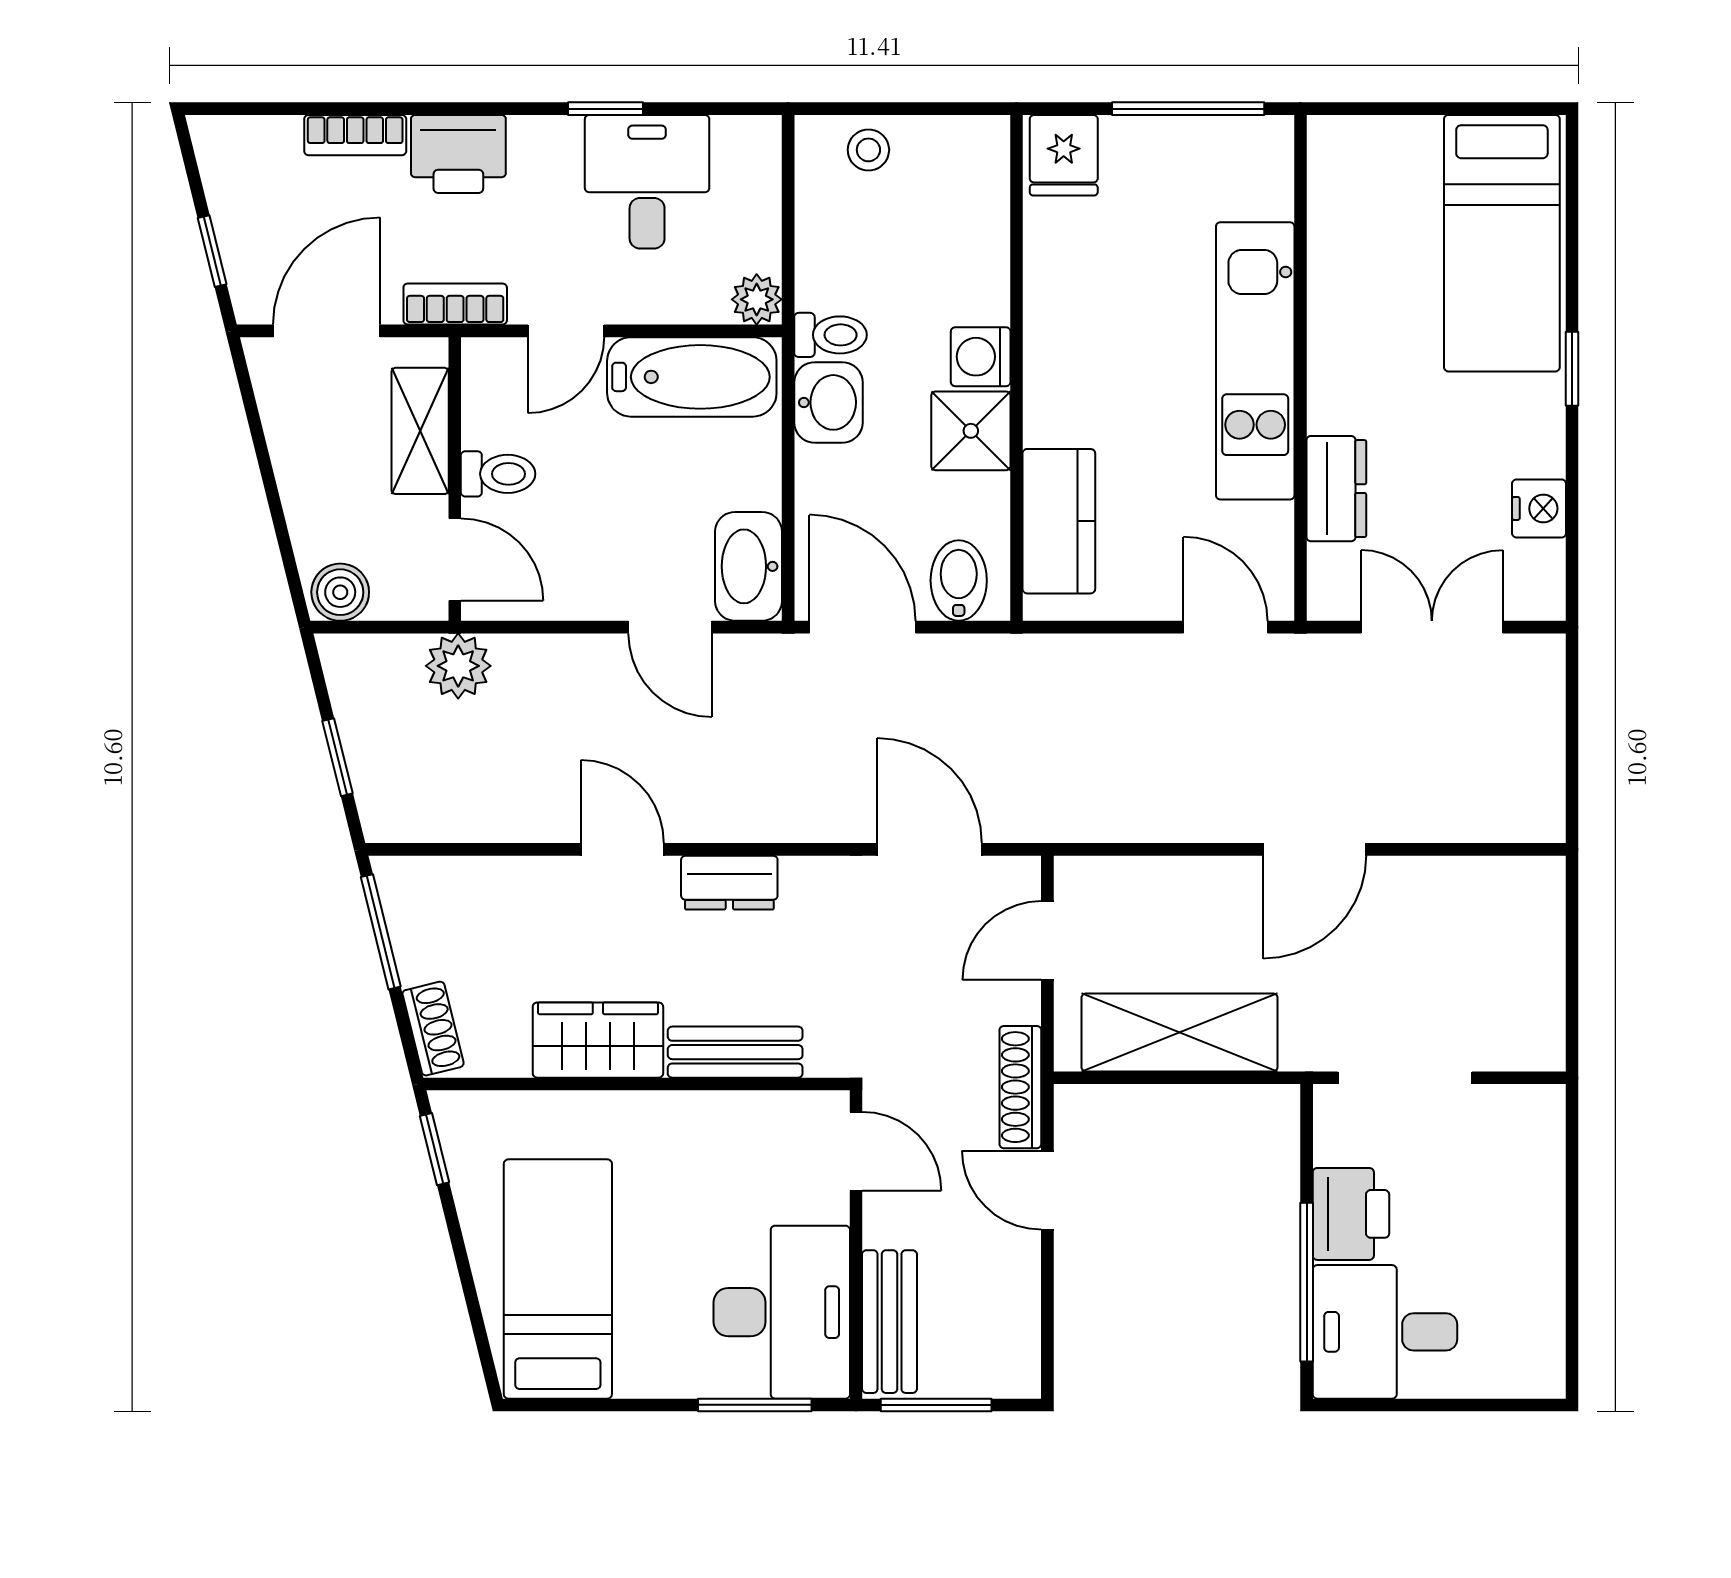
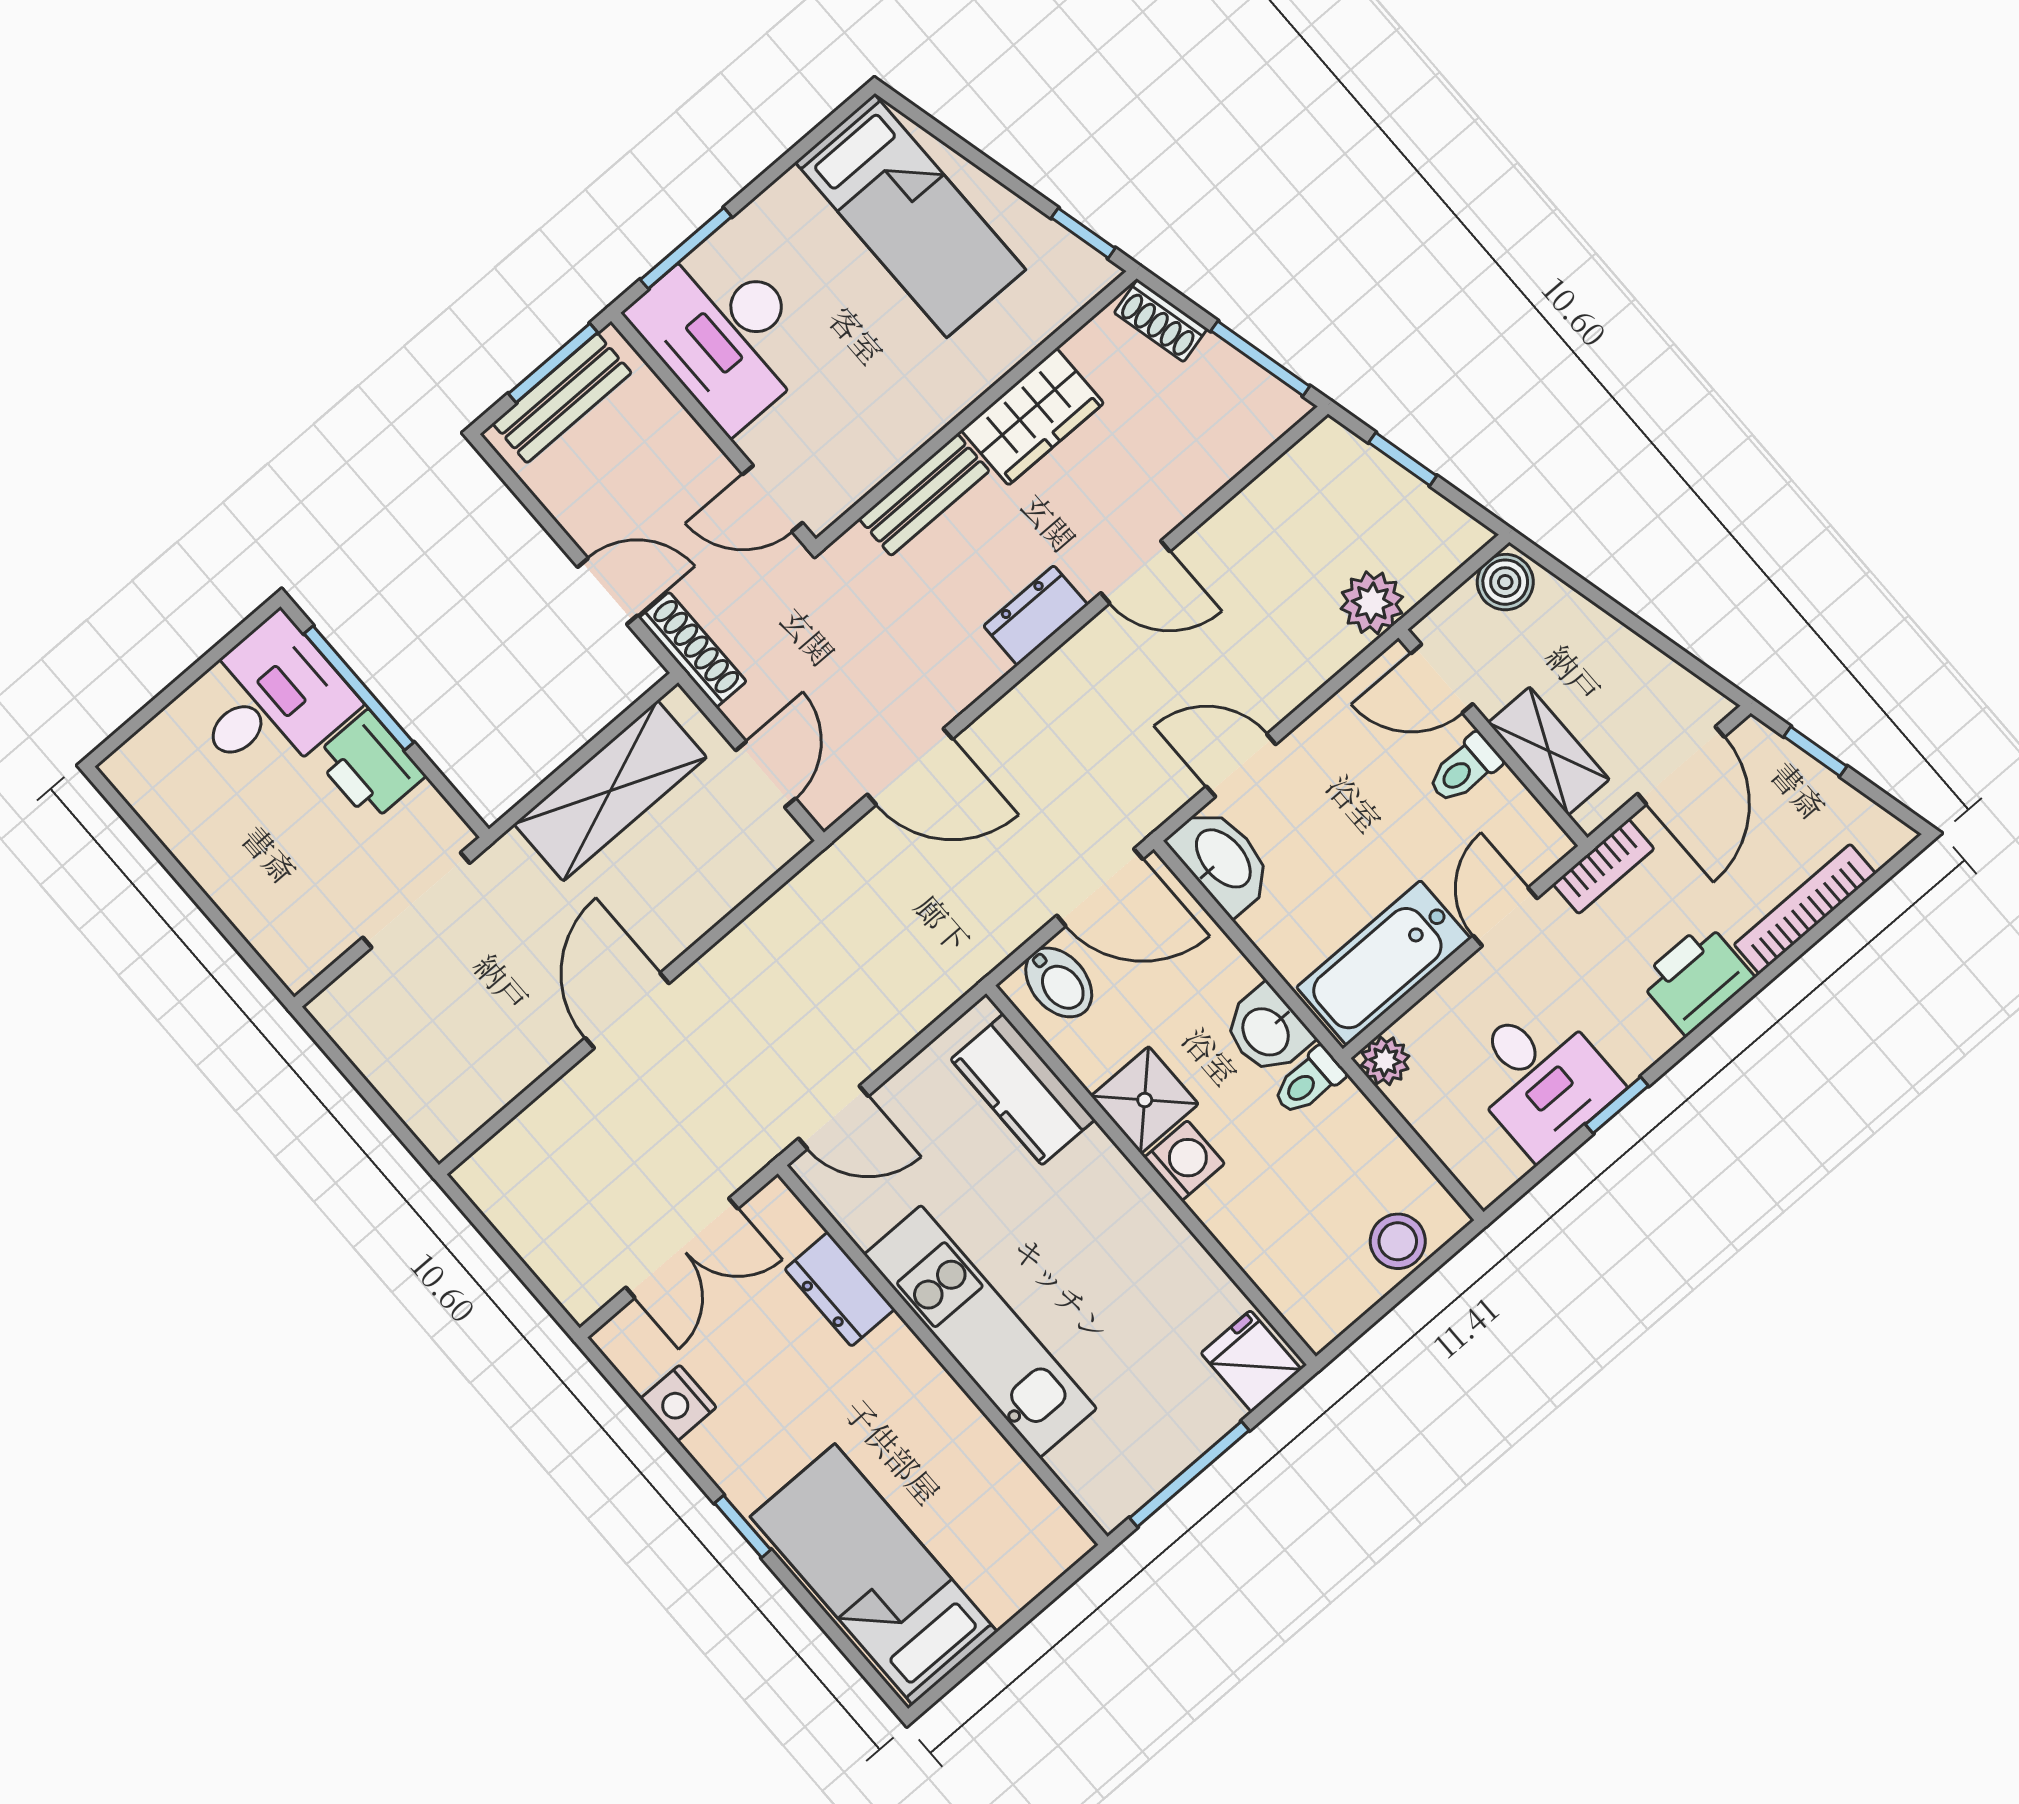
bookcase: (355, 135) -> (1805, 909), width x1.56
stool: (868, 150) -> (1398, 1241), width x1.37, depth x1.37
bench: (889, 1322) -> (562, 398), moved, turned 90

